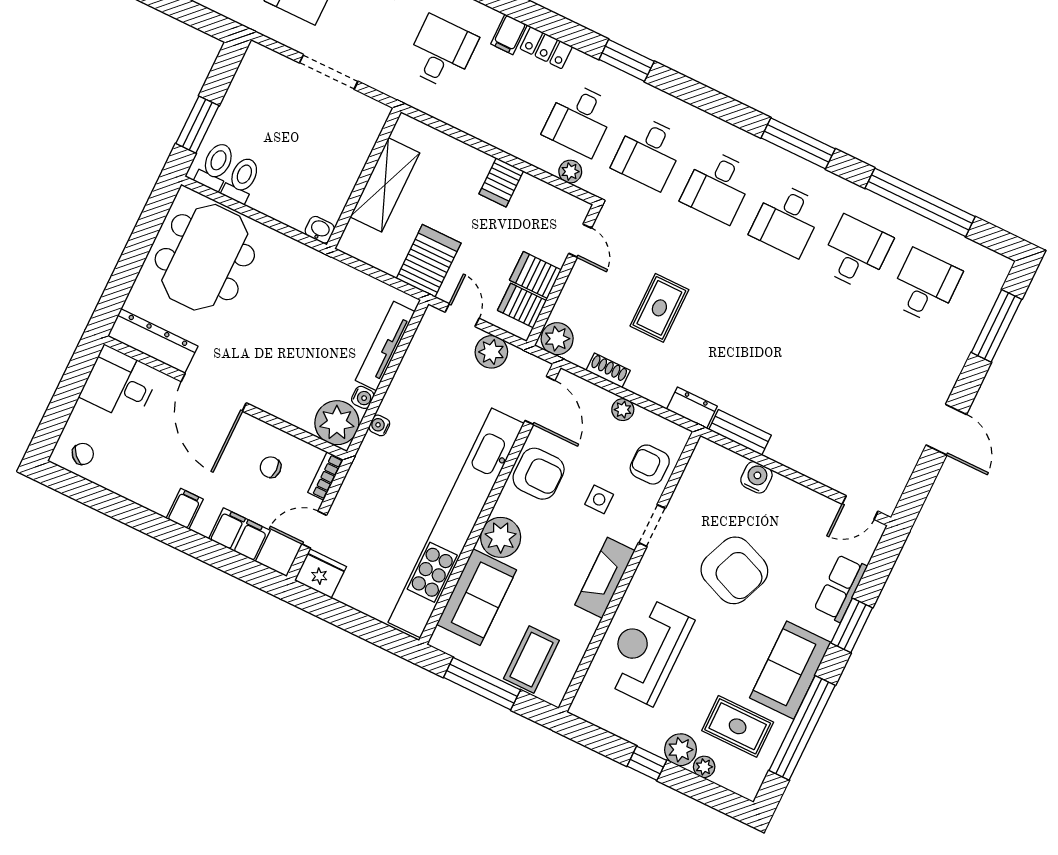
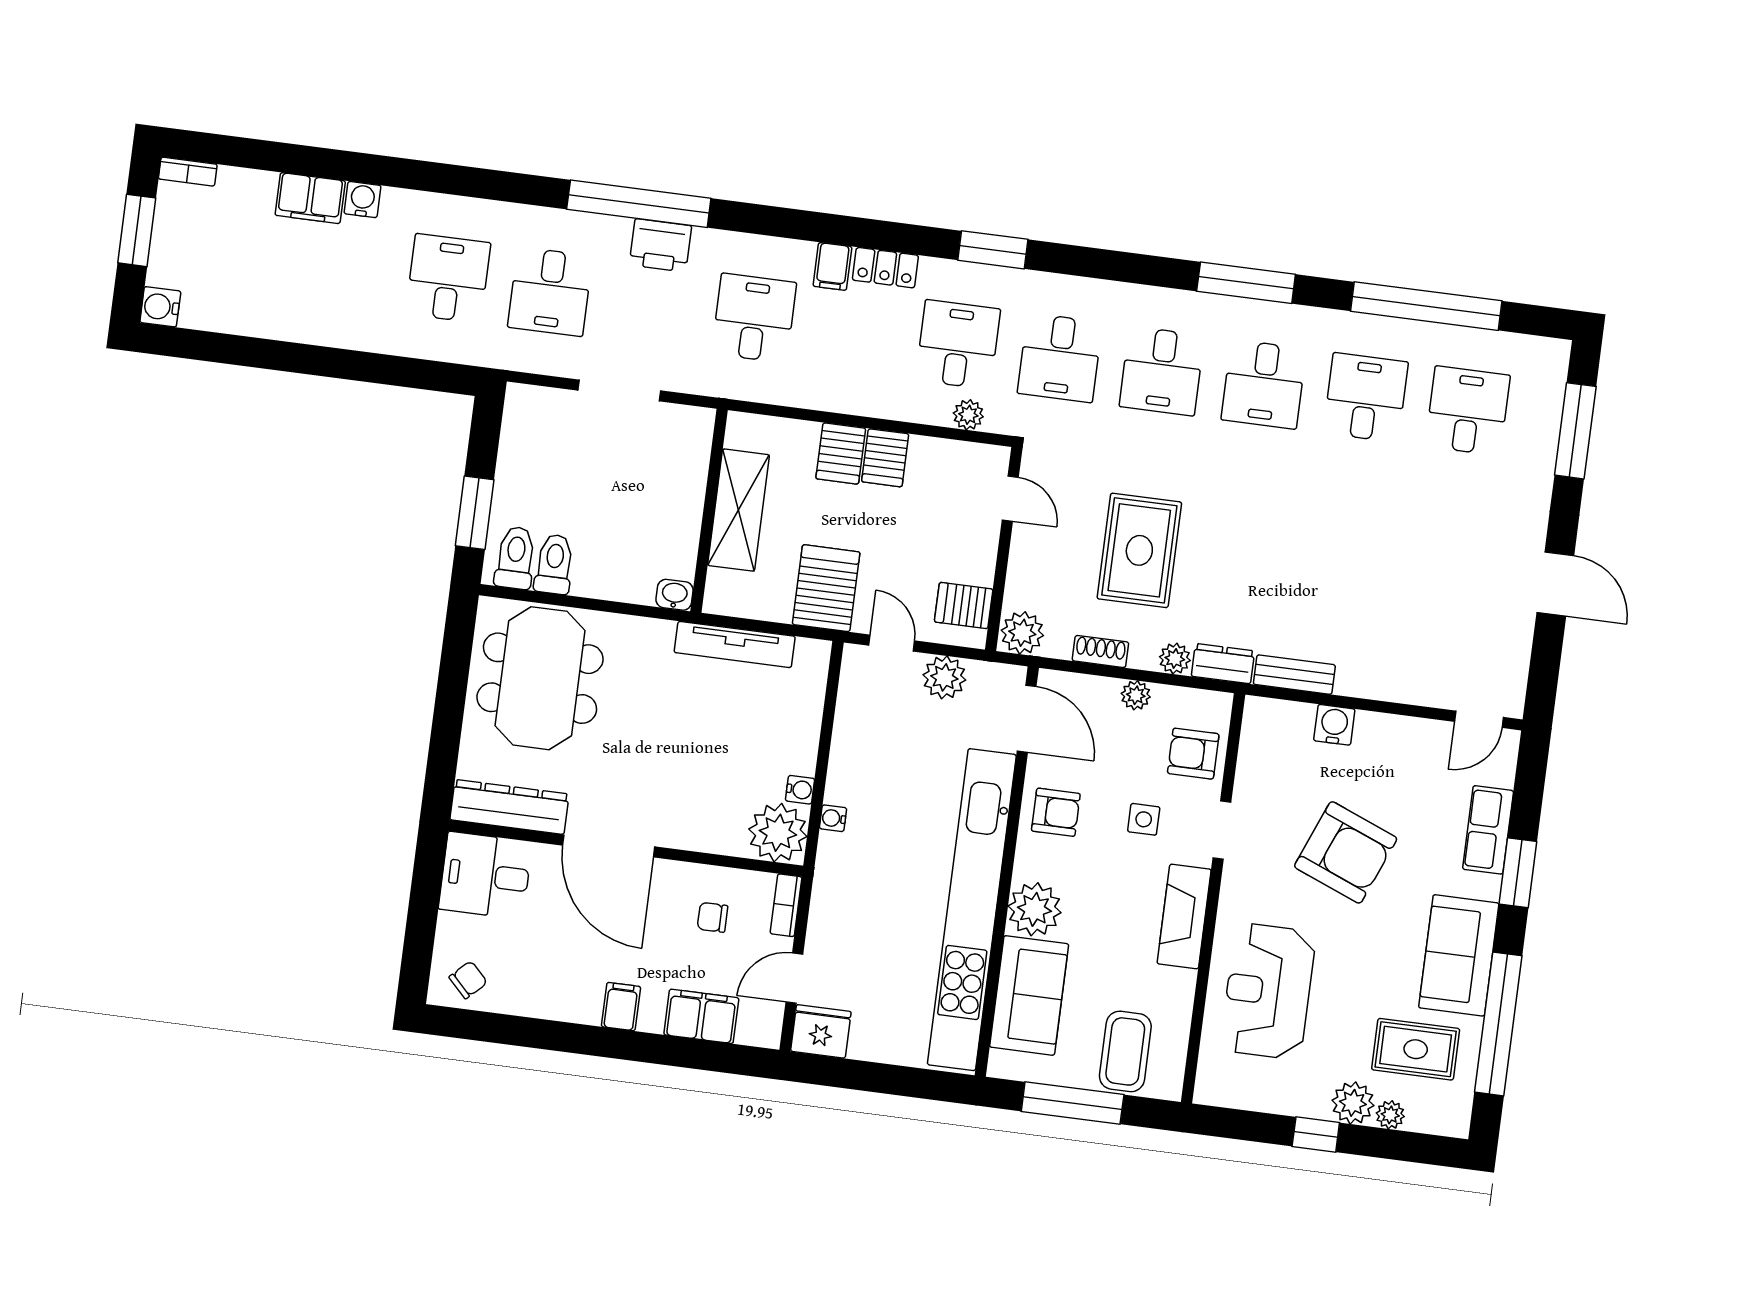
desk: (579, 119) -> (958, 345), turned 180
server rack: (535, 275) -> (841, 453), moved, turned -90
rug: (659, 308) -> (1139, 550), width x1.36, depth x1.43
tv unit: (385, 346) -> (735, 644), moved, turned -90
plant: (659, 393) -> (1175, 659), added
armchair: (539, 474) -> (1056, 812), width x0.72, depth x0.72

